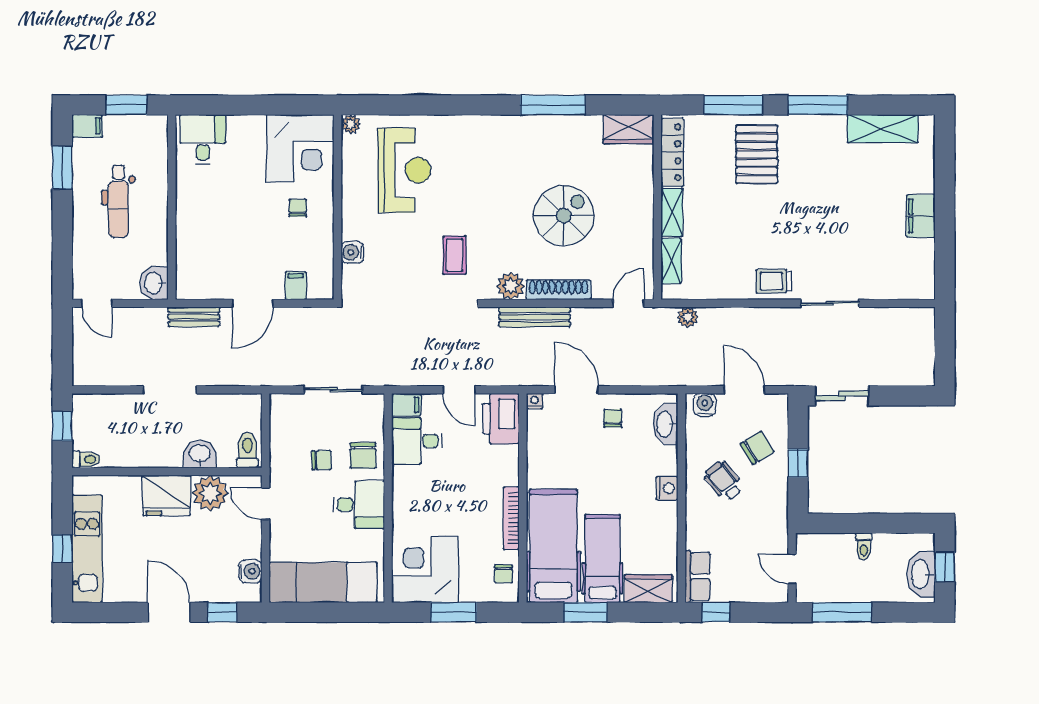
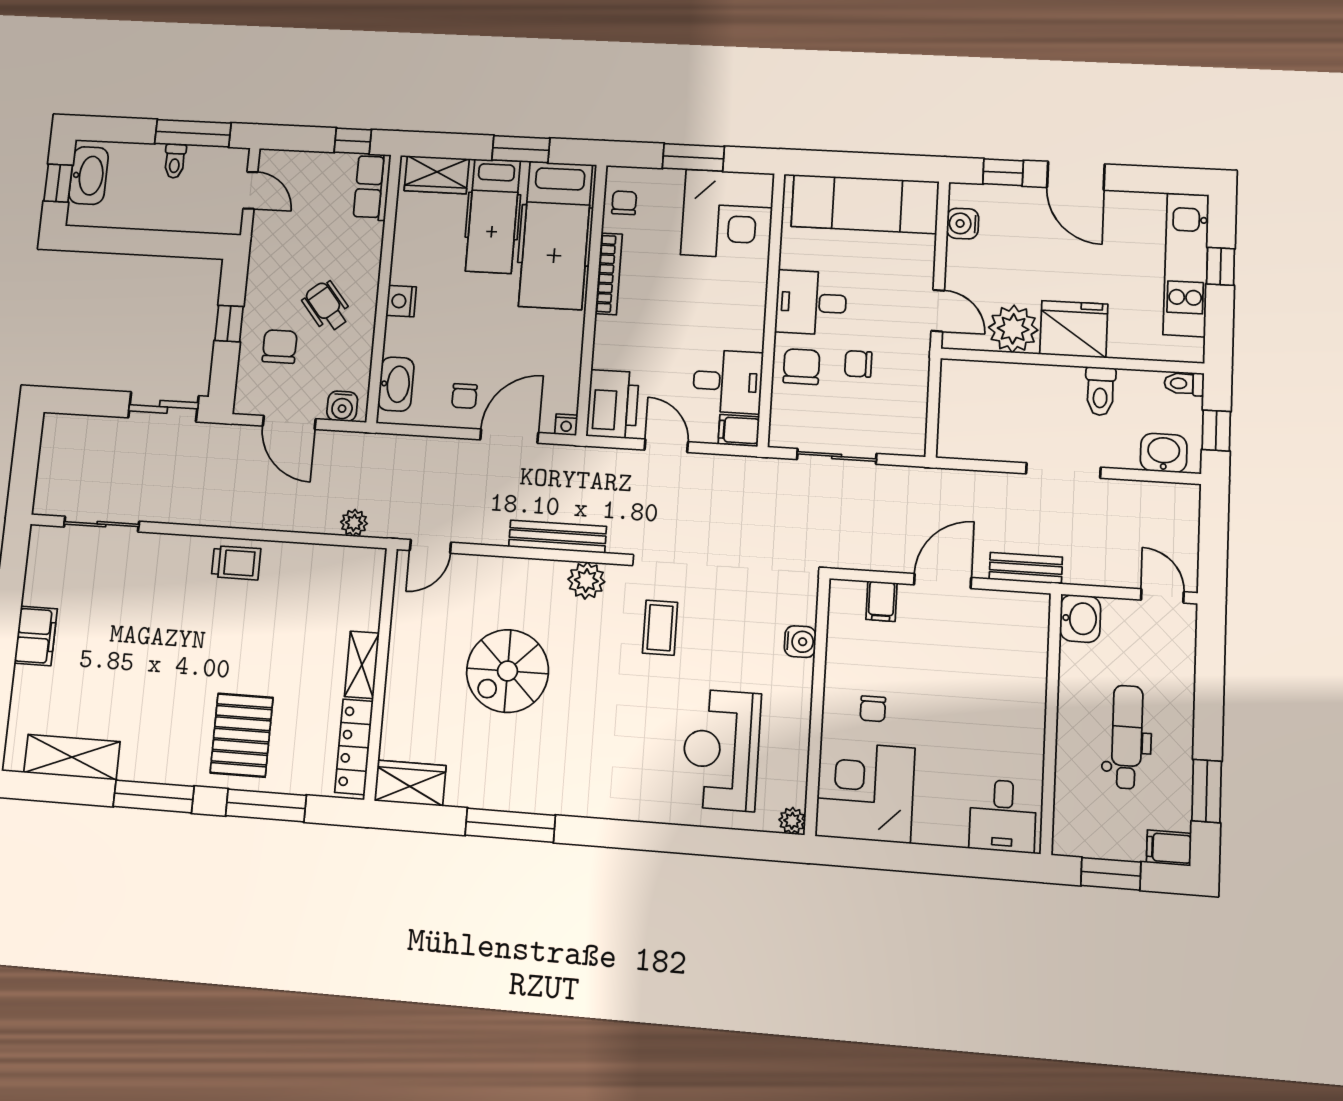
shelving: (671, 261) -> (369, 599), removed
shoe rack: (559, 290) -> (522, 571), removed
sliding door: (830, 303) -> (101, 524), moved
door: (576, 390) -> (509, 436), swing flipped
chair: (757, 448) -> (280, 347), turned 122
toilet: (247, 450) -> (1100, 391), moved
washbasin: (200, 454) -> (1164, 453), moved, turned 180
wheelchair: (724, 481) -> (327, 307), turned 180
toilet: (864, 546) -> (175, 161), moved, turned 180

